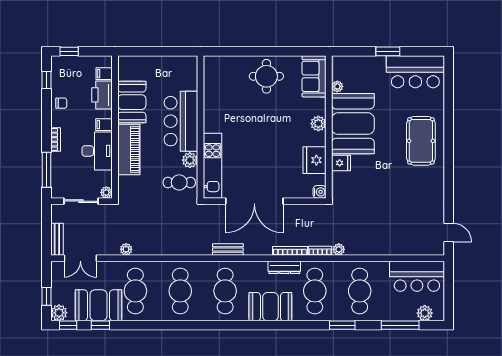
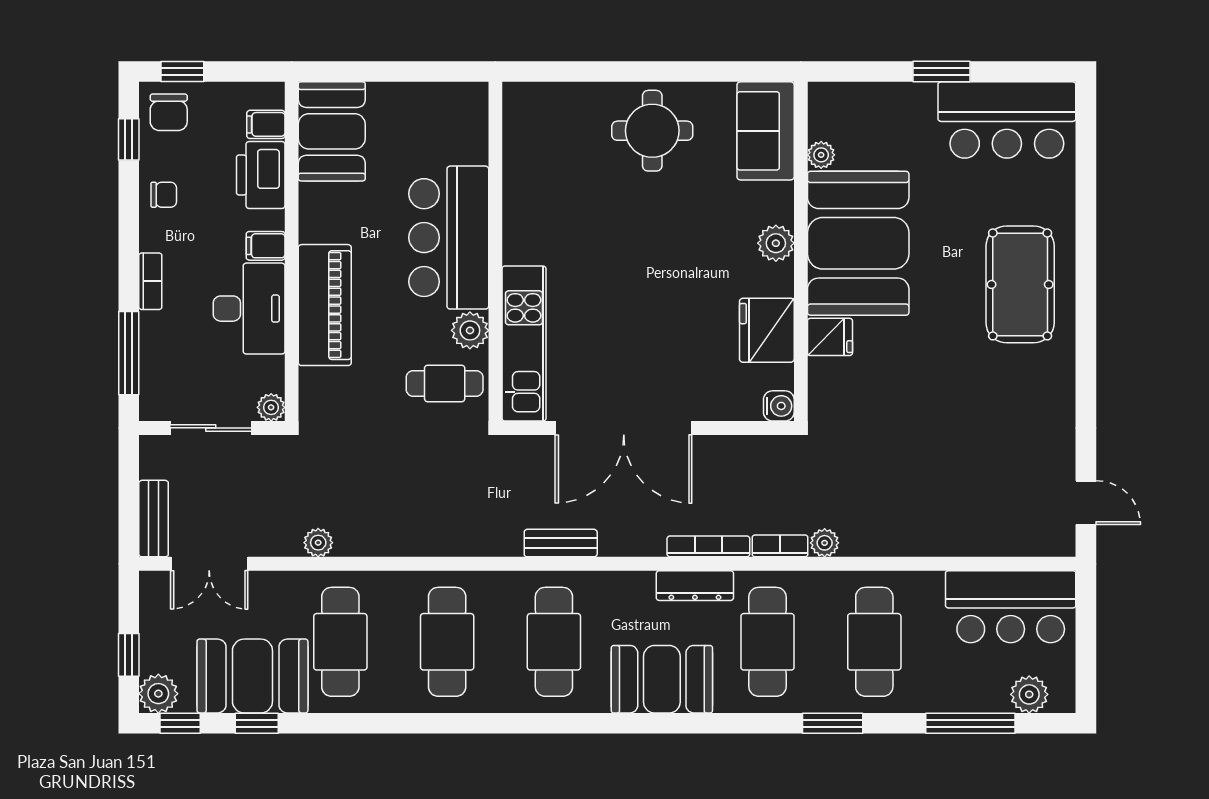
chair: (63, 69) -> (169, 112), added
booth: (132, 102) -> (332, 131), moved

